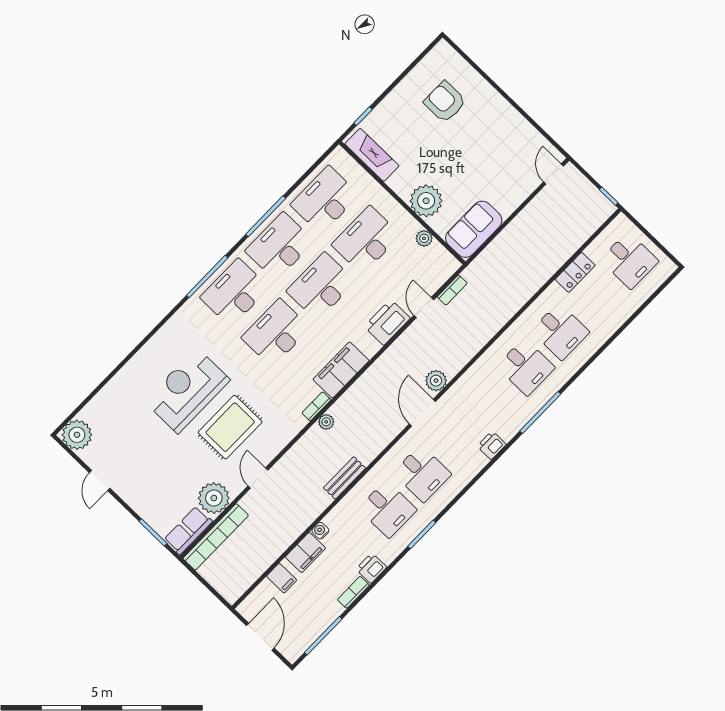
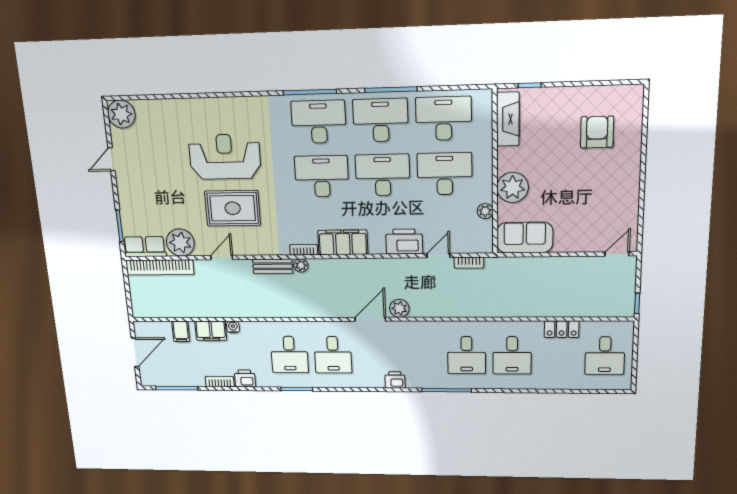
bench: (344, 478) -> (273, 266), moved

